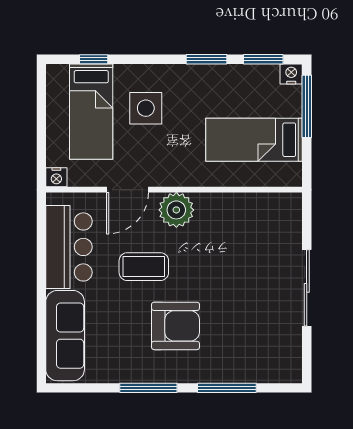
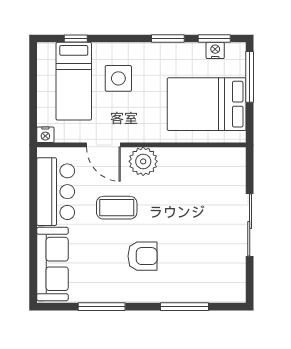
nightstand: (291, 74) -> (215, 50), moved
bed: (254, 140) -> (207, 104), width x1.50
door: (128, 190) -> (103, 145), hinge flipped
armchair: (175, 326) -> (143, 256), width x0.73, depth x0.73
window: (148, 388) -> (102, 307), moved

